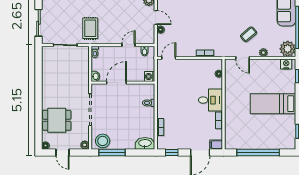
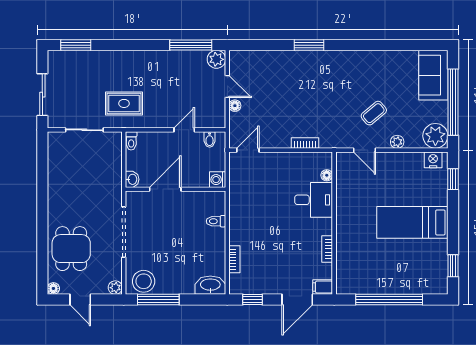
rug: (90, 28) -> (124, 103), turned 90
desk: (210, 100) -> (314, 200), moved
dining table: (57, 120) -> (71, 249), turned 90

